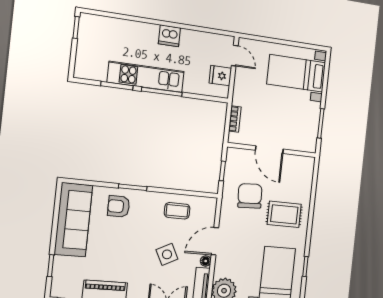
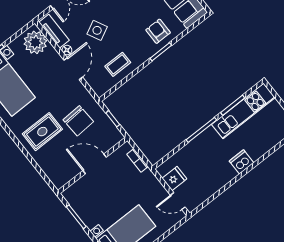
dishwasher: (169, 36) -> (242, 162), moved
kitchen unit: (146, 77) -> (243, 111), moved
armchair: (119, 206) -> (158, 31), turned -90

